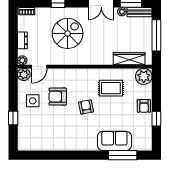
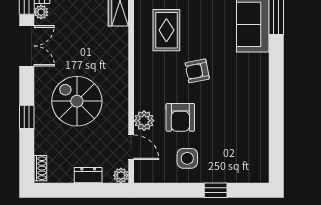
plant: (24, 74) -> (144, 121), moved

